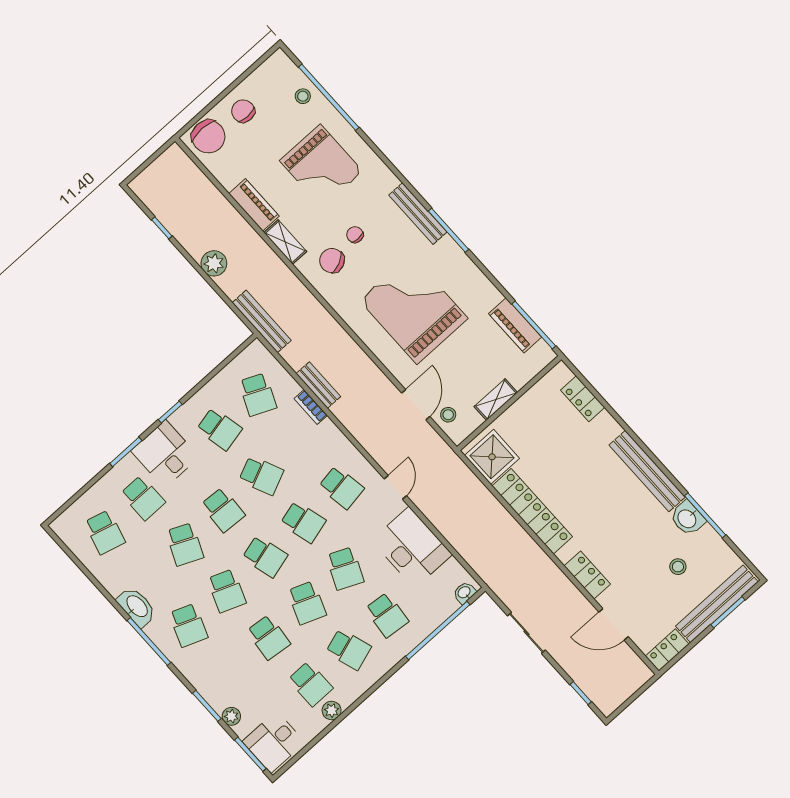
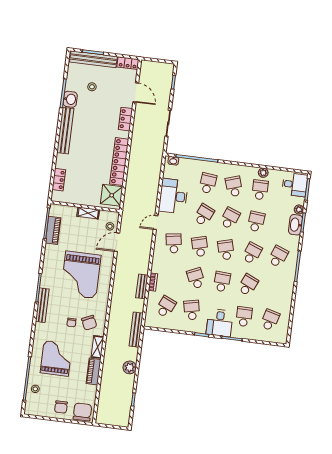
washbasin: (137, 607) -> (295, 225), moved

